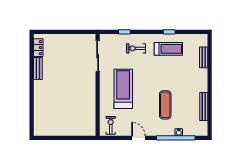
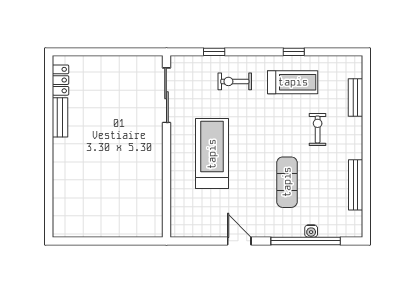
exercise bike: (111, 125) -> (318, 129), moved

